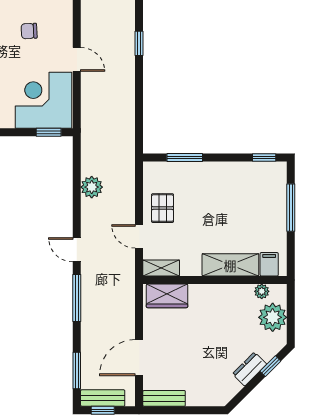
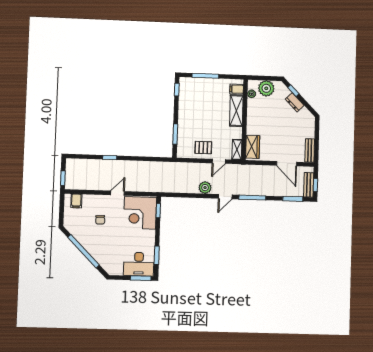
plant: (92, 187) -> (205, 188), moved

